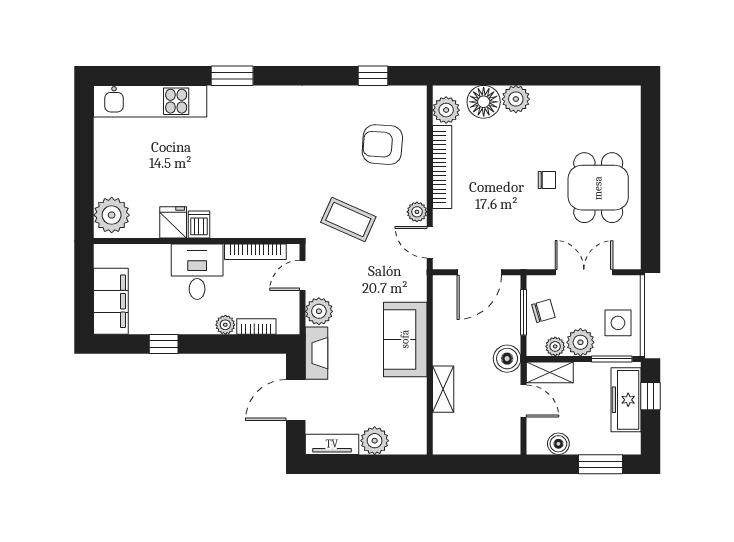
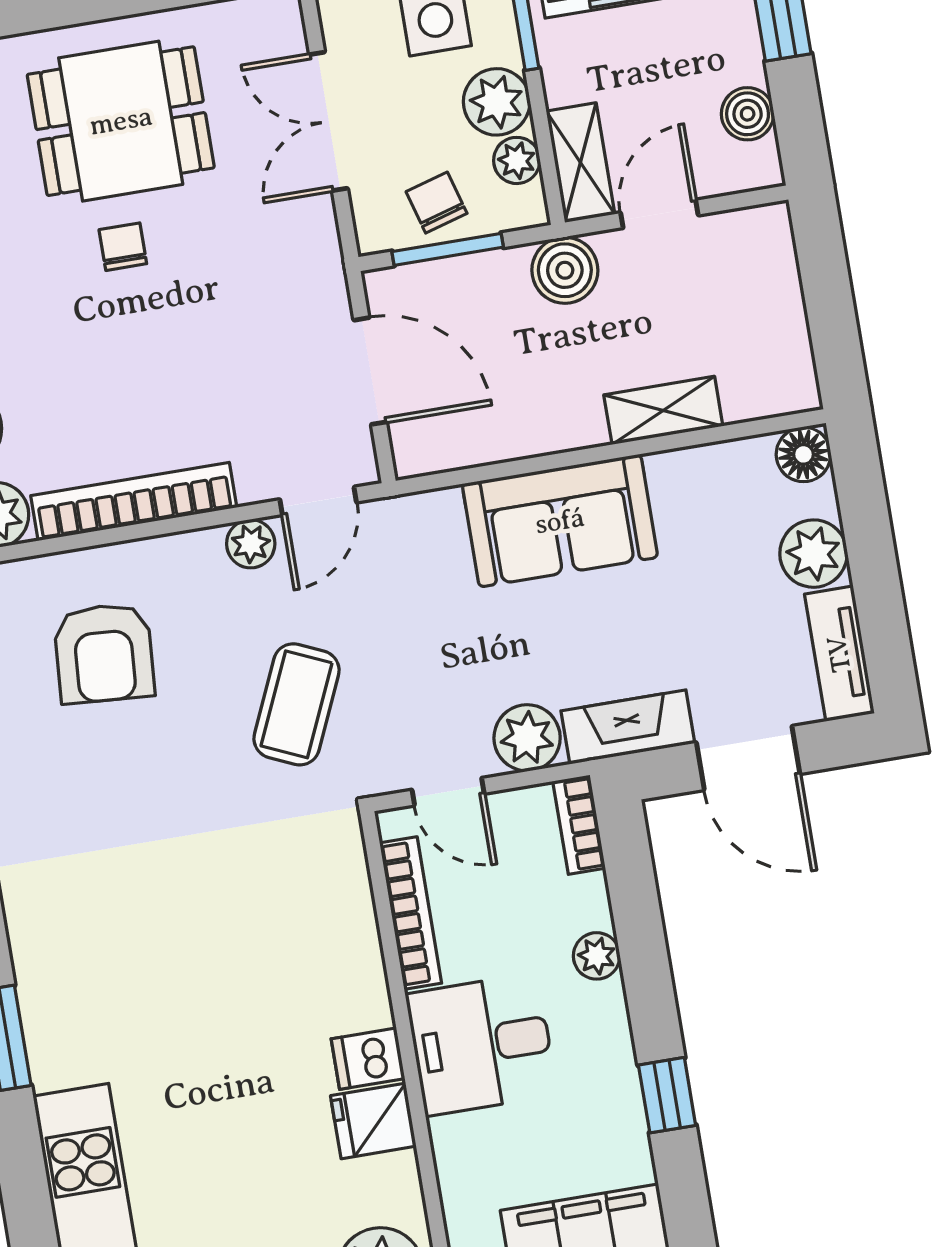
bookcase: (256, 327) -> (579, 825), moved
floor lamp: (416, 443) -> (803, 454), added

